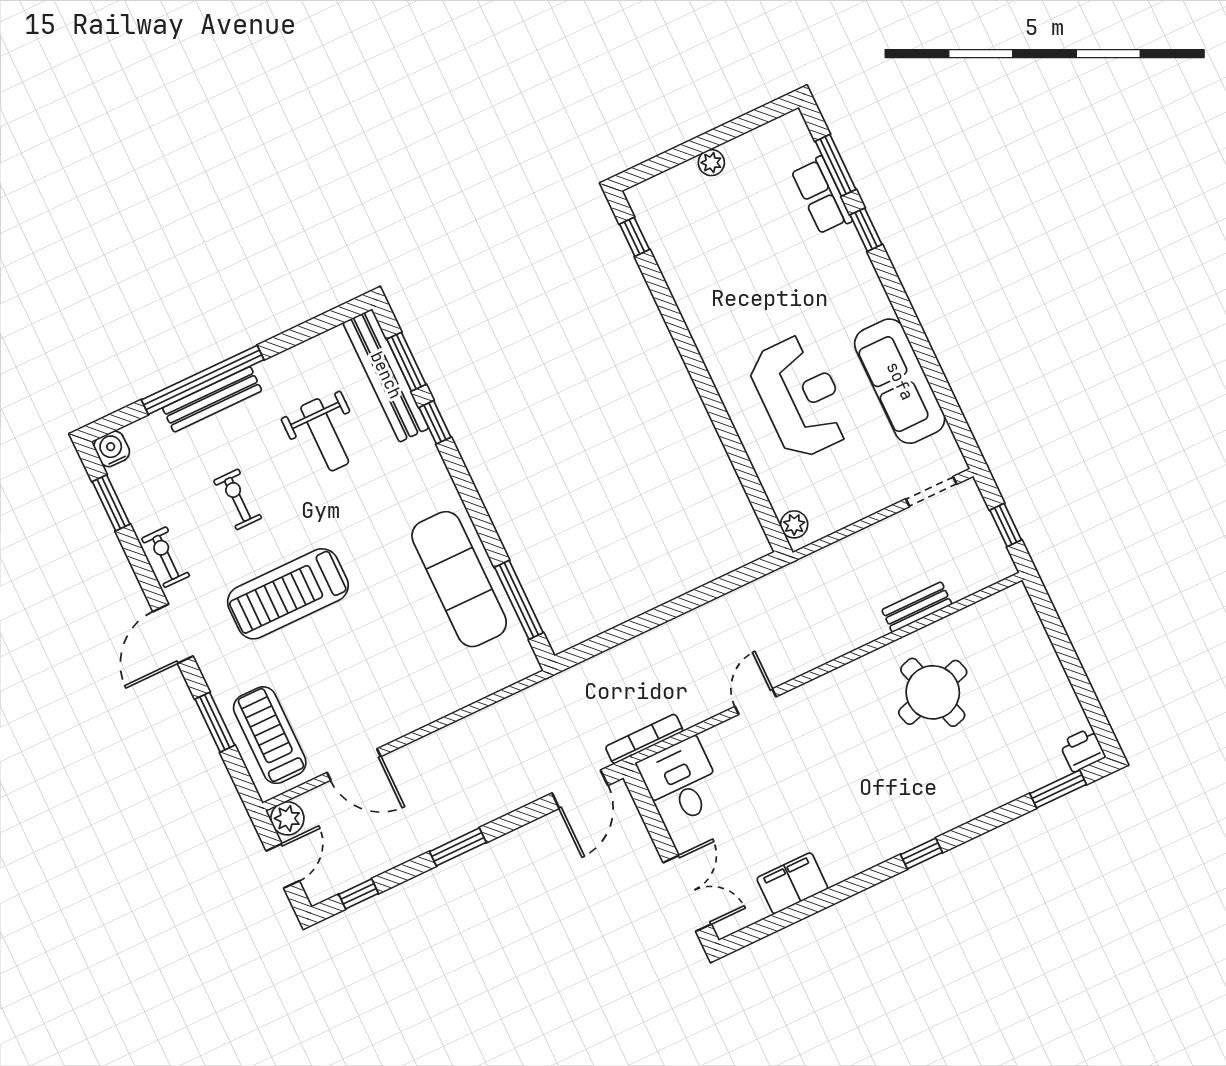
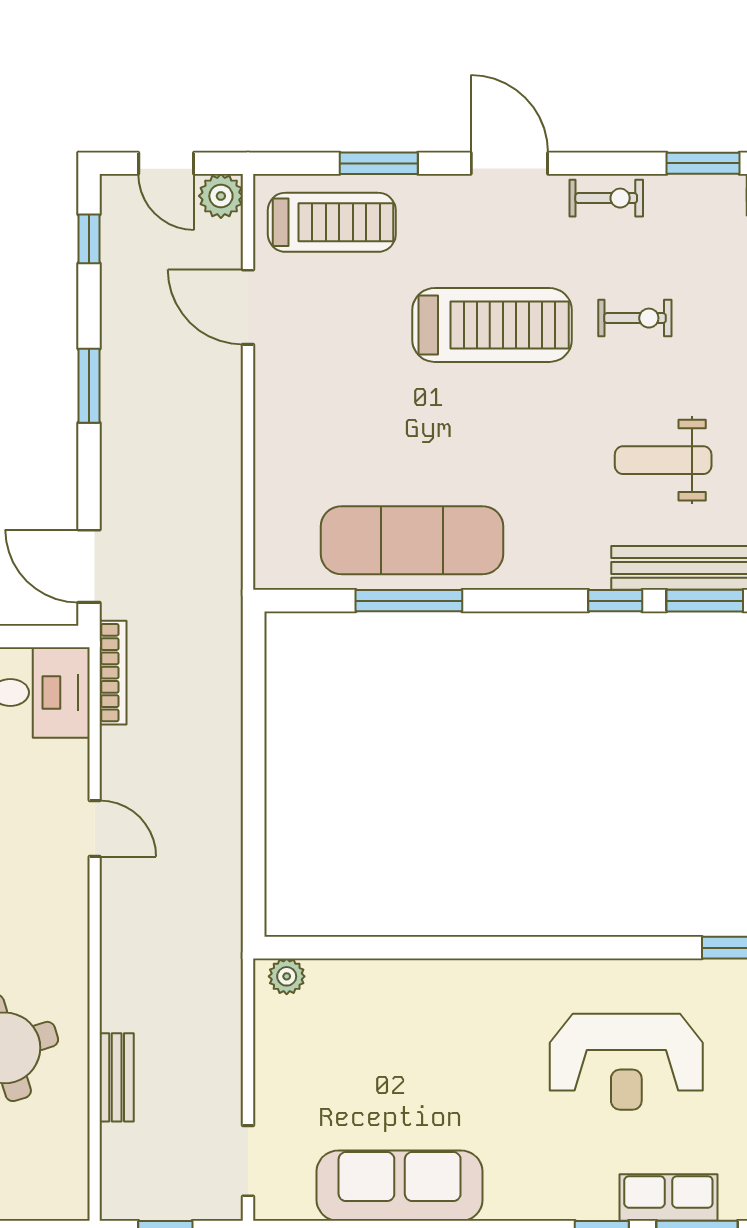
reception desk: (800, 397) -> (626, 1062), moved
treadmill: (288, 594) -> (492, 325), turned 90
window: (519, 600) -> (409, 601), moved
door: (354, 765) -> (248, 307), hinge flipped

